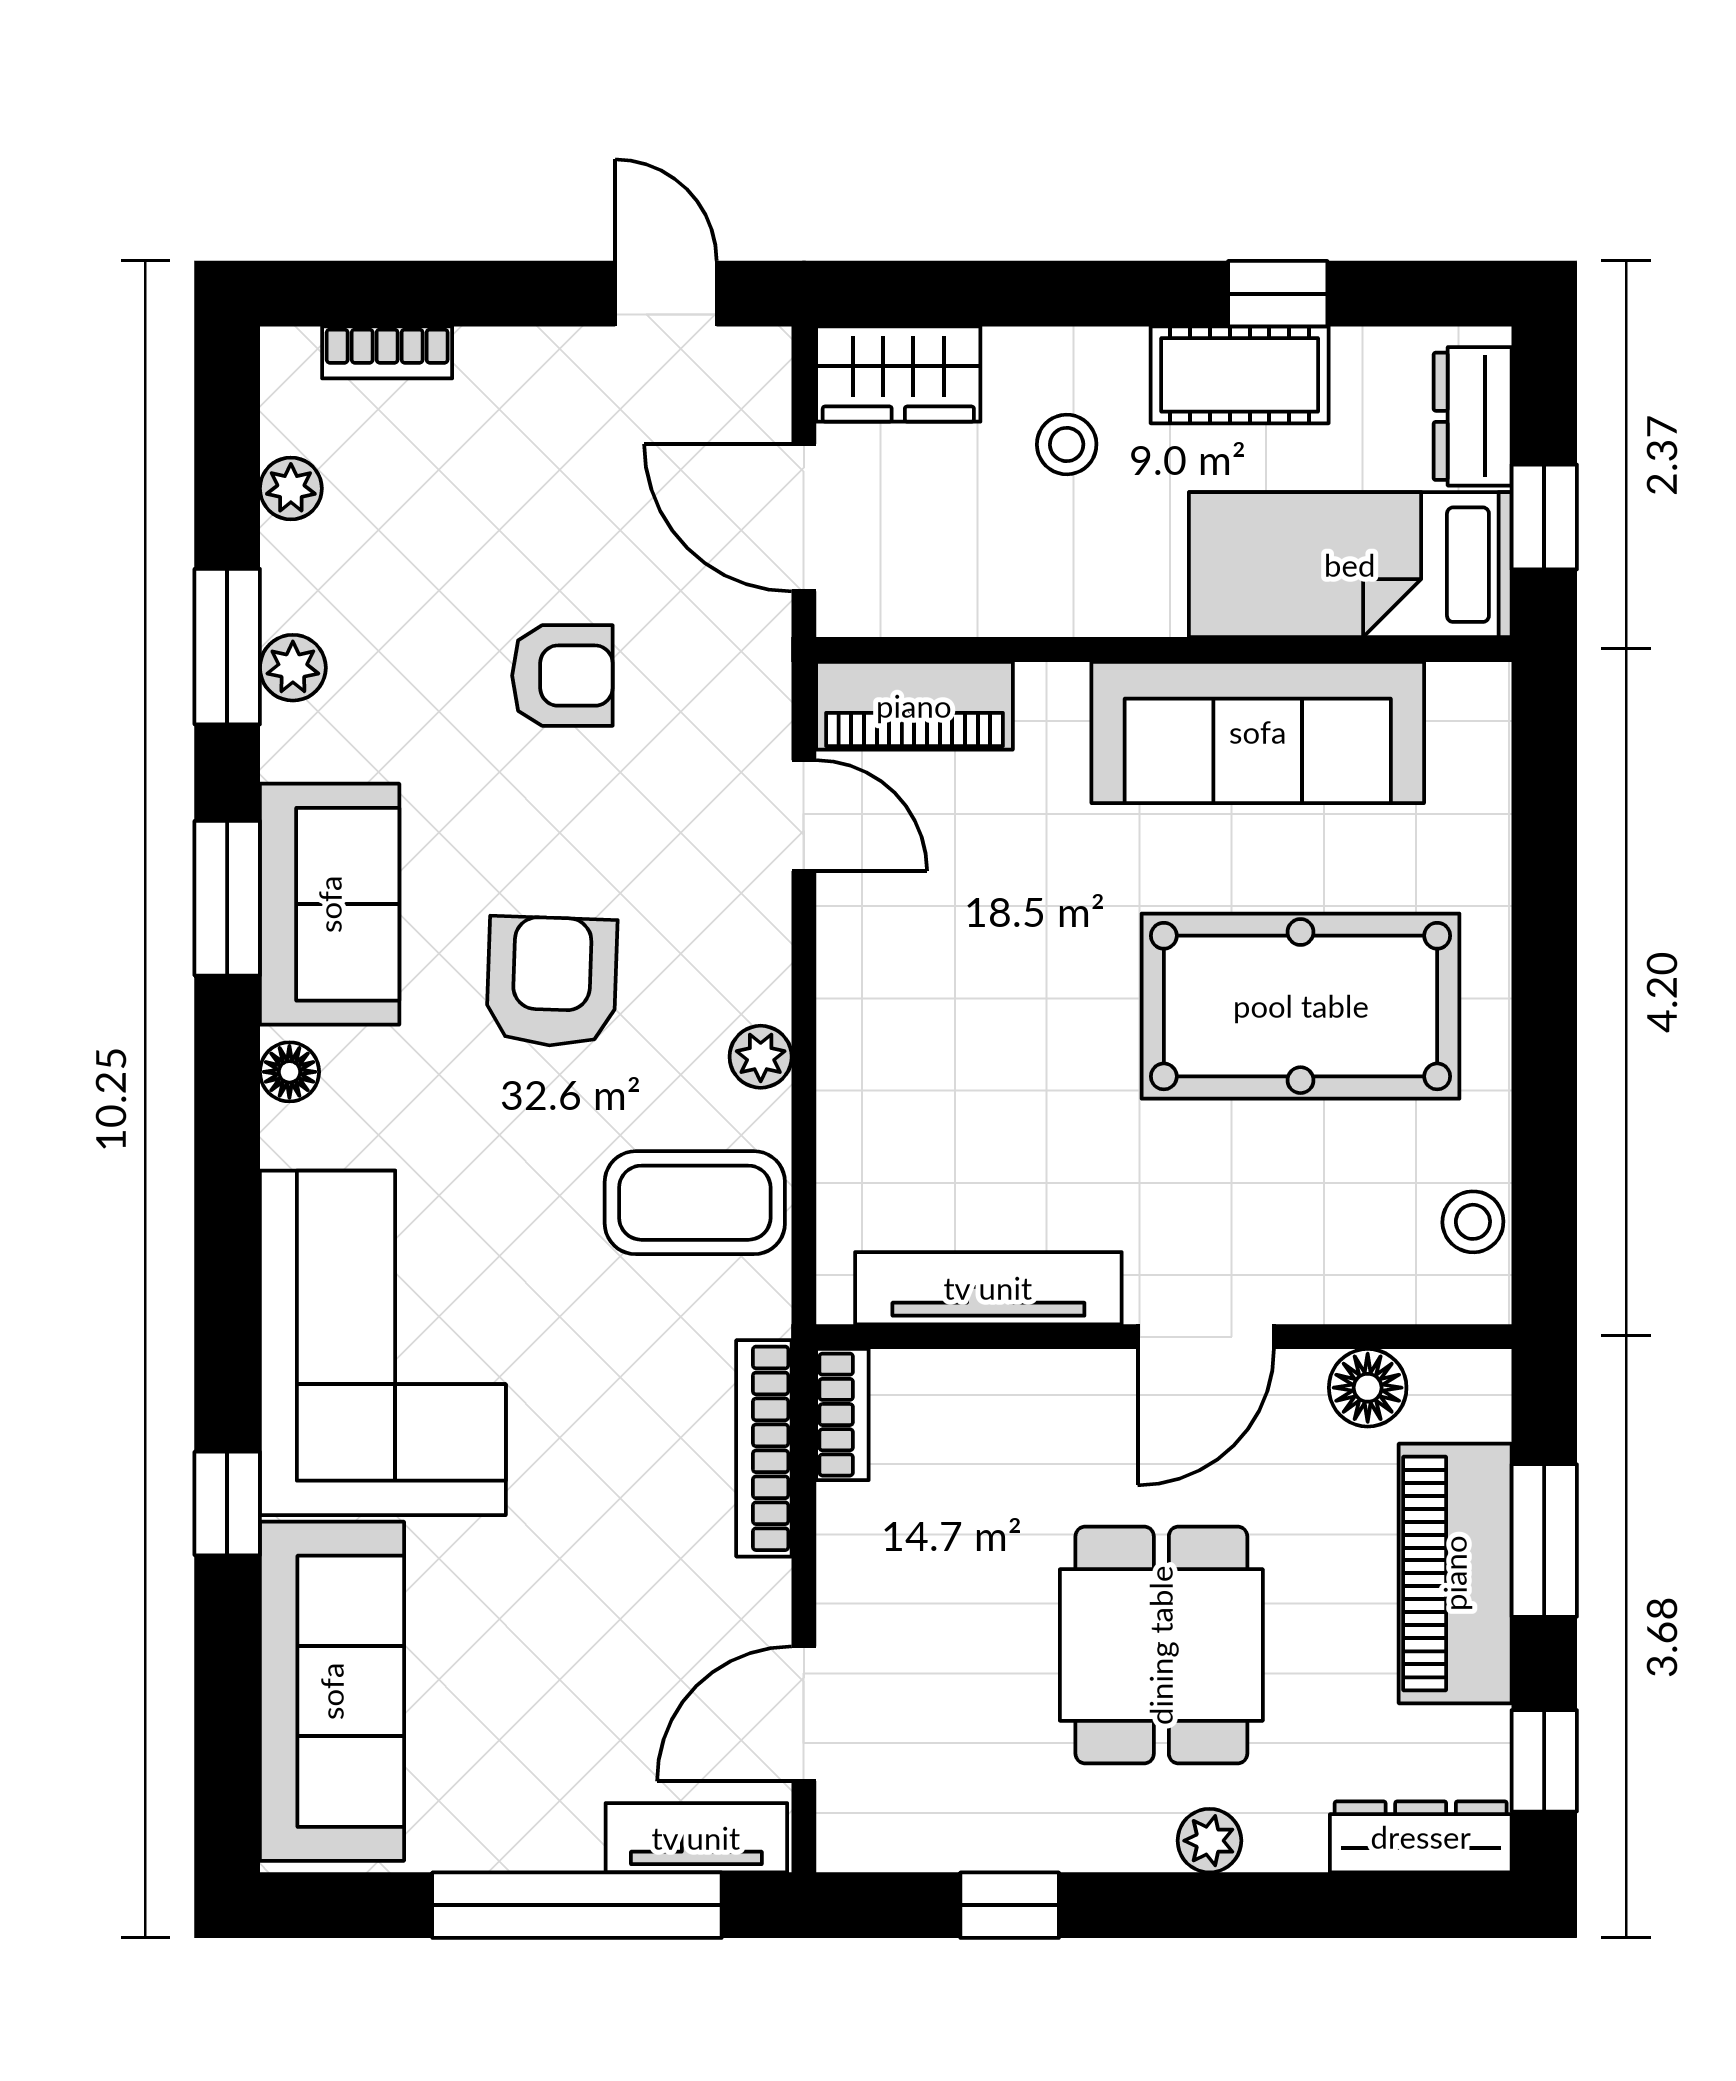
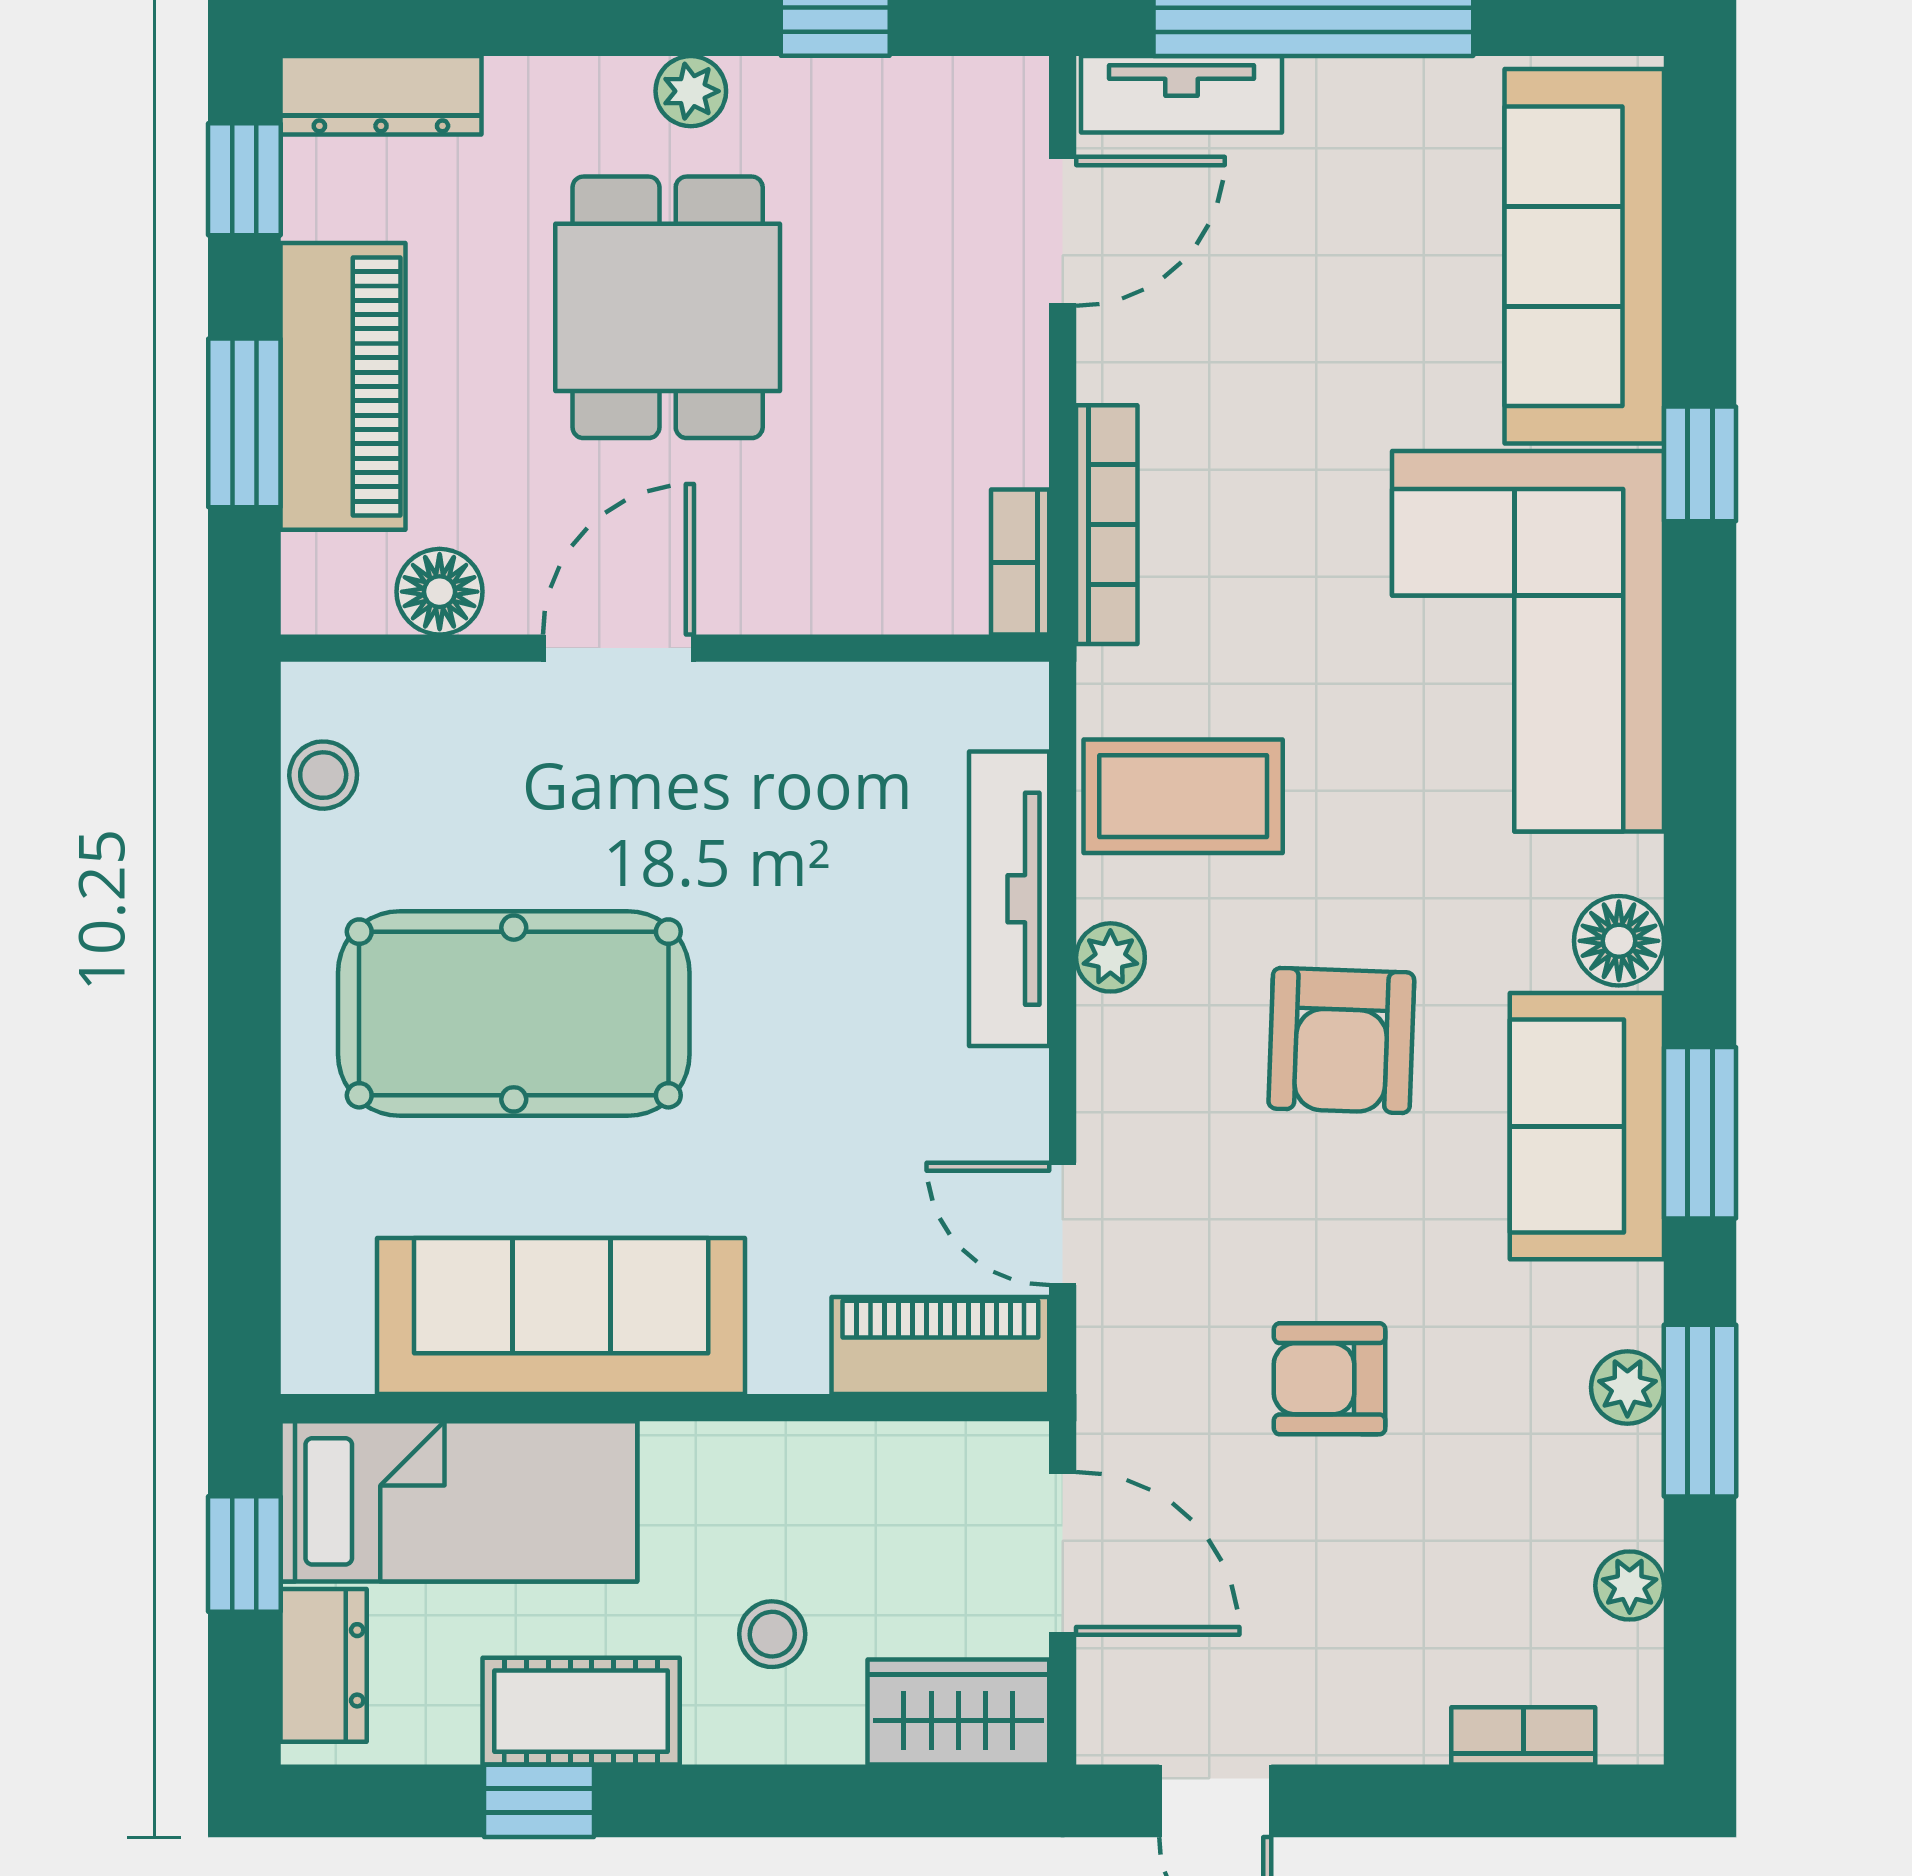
floor lamp: (289, 1072) -> (1619, 941), width x1.37, depth x1.37
tv unit: (988, 1288) -> (1009, 899), moved, turned 90
plant: (1209, 1841) -> (691, 91), moved

